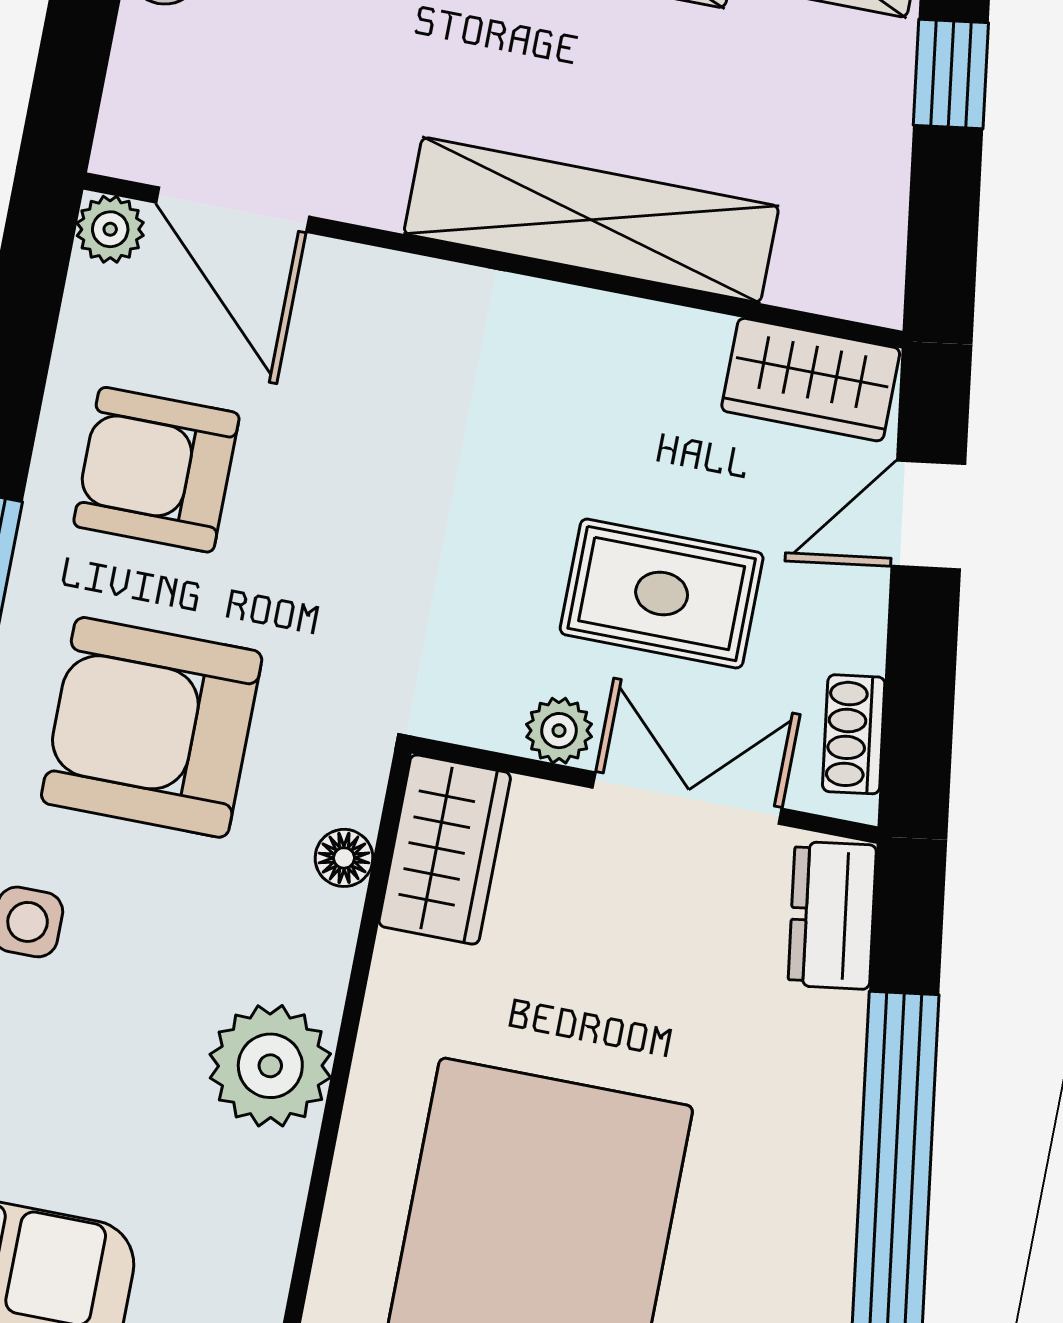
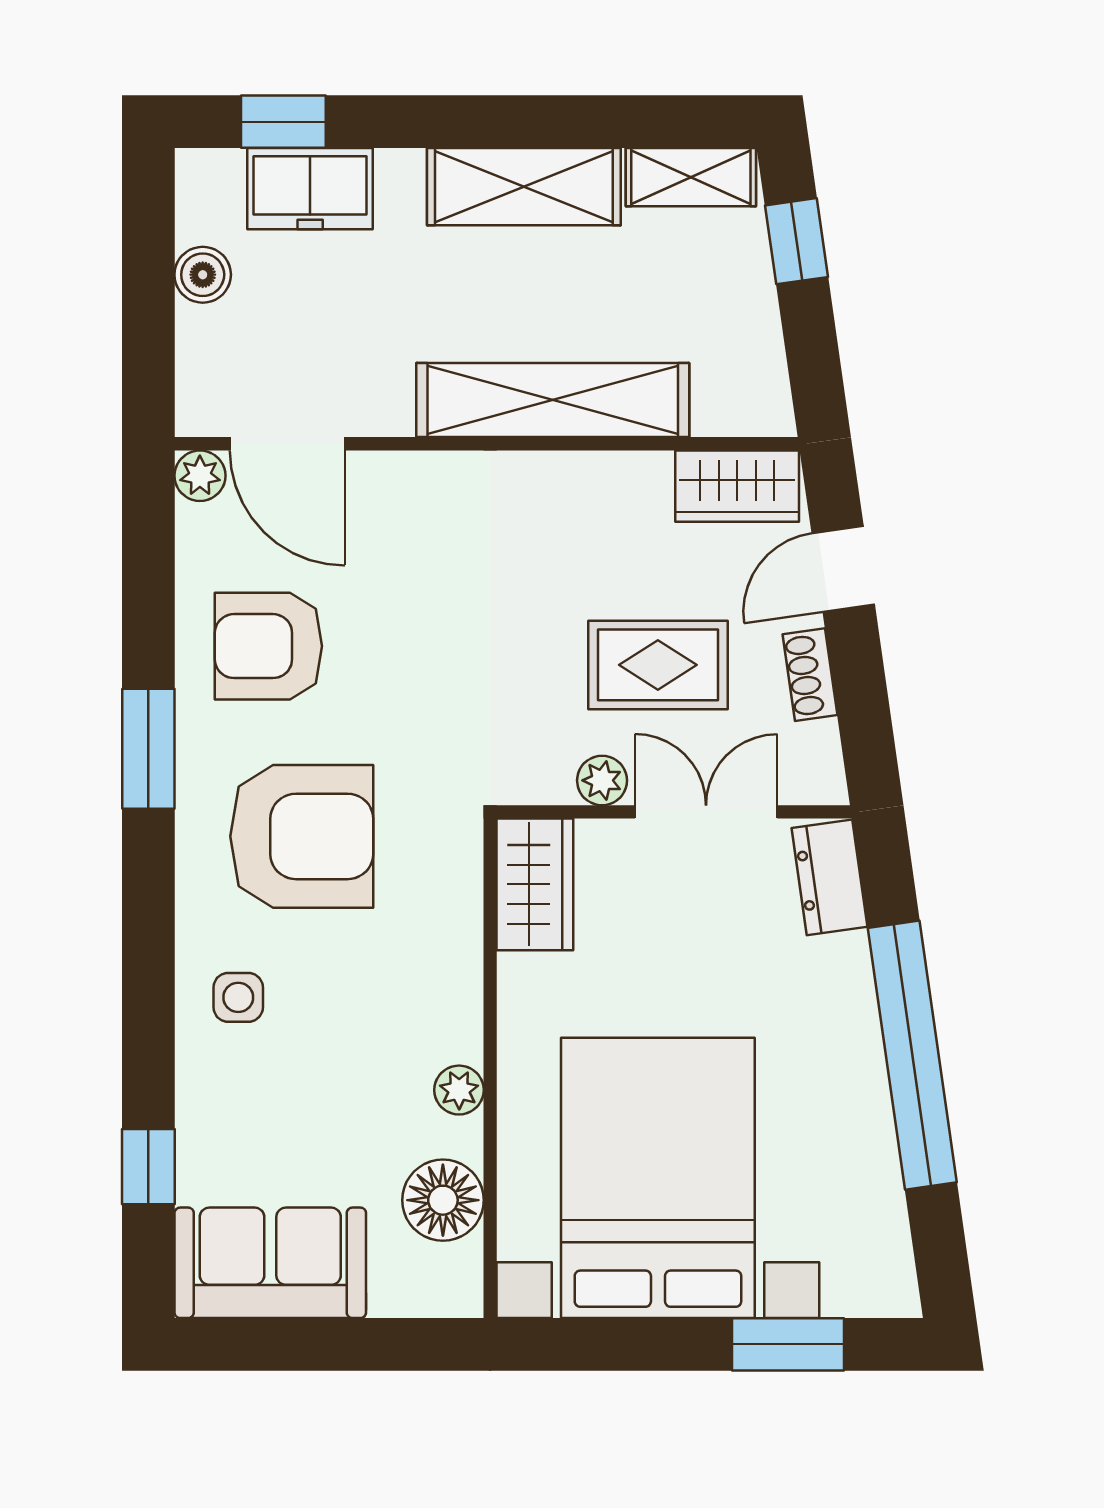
armchair: (152, 727) -> (302, 836), turned 180
shoe rack: (854, 734) -> (810, 675), moved
floor lamp: (344, 858) -> (443, 1200), moved, width x1.89, depth x1.89
plant: (270, 1066) -> (459, 1090), width x0.53, depth x0.53

